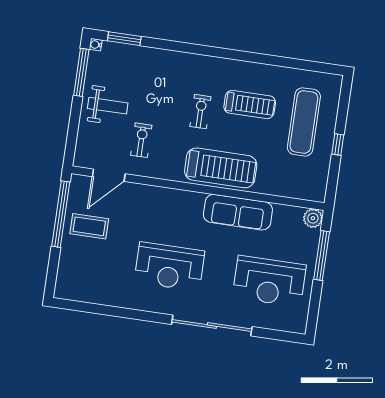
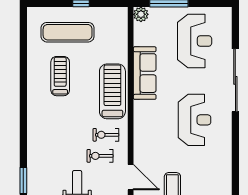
exercise bike: (200, 112) -> (106, 135), moved

